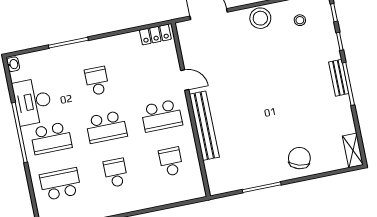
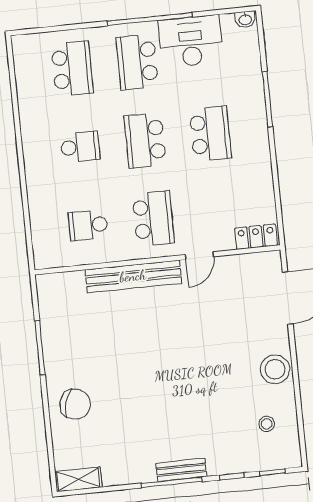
locker: (155, 35) -> (256, 237), moved, turned 90
school desk: (97, 81) -> (210, 134), width x1.85
school desk: (162, 116) -> (153, 219), turned 180
school desk: (171, 162) -> (88, 225), turned 180

